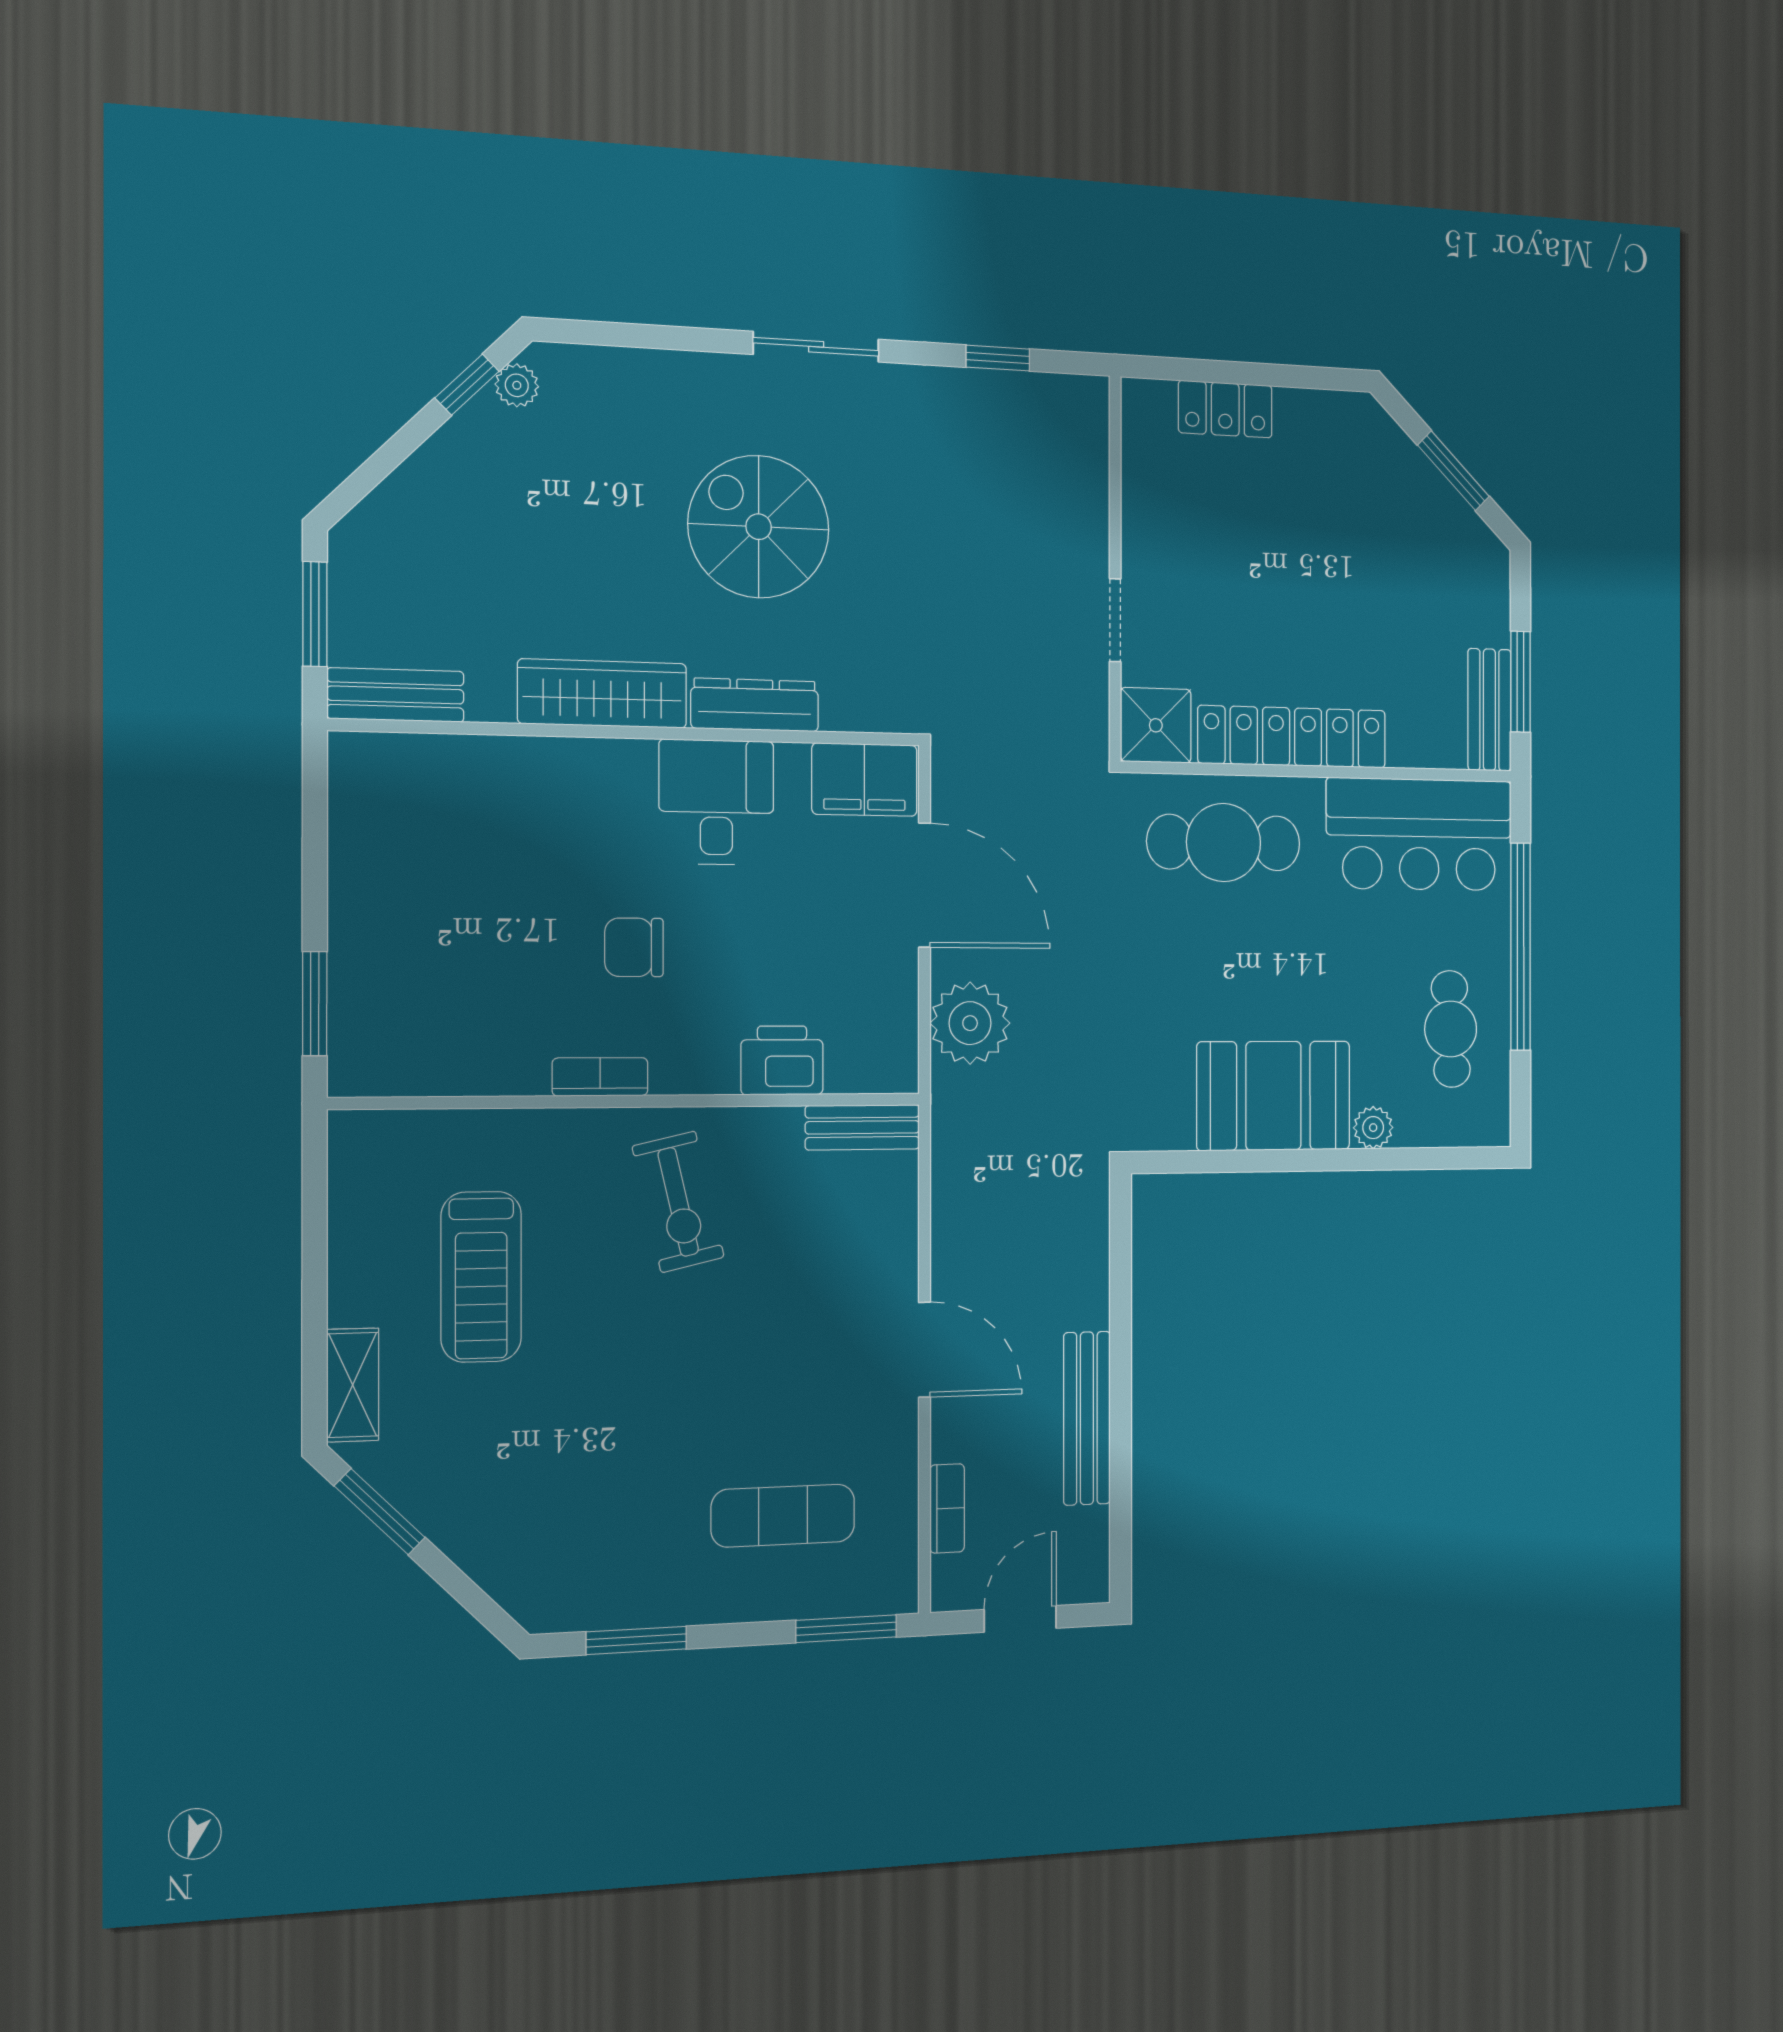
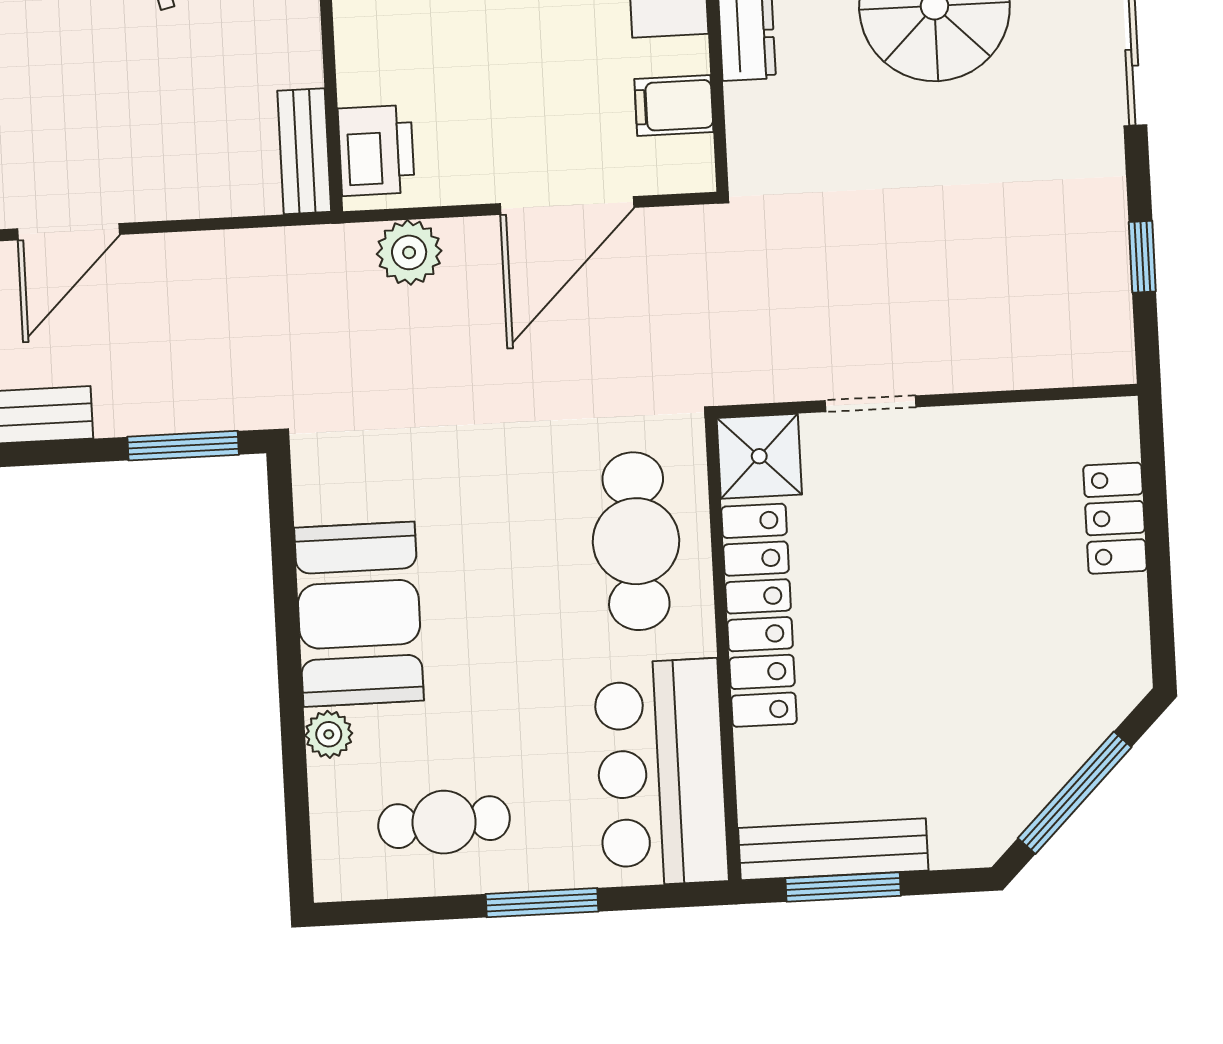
window: (1454, 471) -> (1075, 793), width x1.44
bench: (1489, 710) -> (833, 849), width x1.36
filing cabinet: (864, 780) -> (674, 105), width x0.50
window: (1521, 947) -> (542, 903), width x0.47
plant: (970, 1023) -> (409, 252), width x0.73, depth x0.73
printer: (782, 1060) -> (376, 150), moved
window: (1120, 1249) -> (183, 446), added

